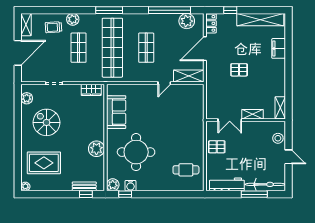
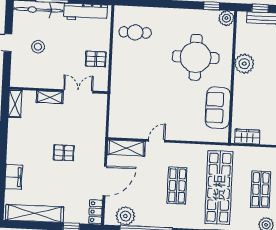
stool: (278, 138) -> (38, 47), moved
water cooler: (130, 186) -> (204, 16), removed

